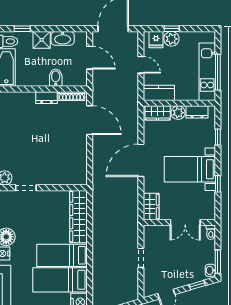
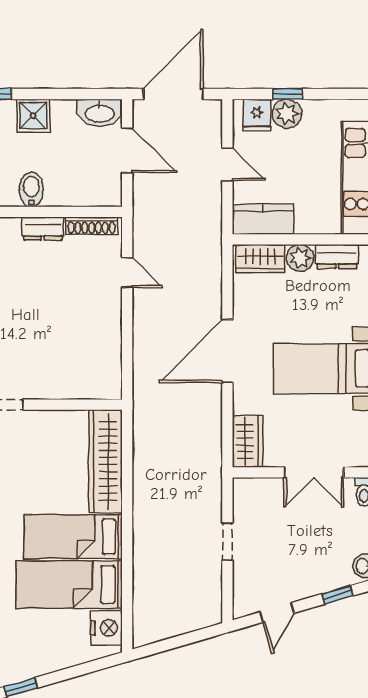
washbasin: (63, 38) -> (100, 113), moved
bidet: (56, 78) -> (31, 189), moved
door: (90, 120) -> (127, 272), width x0.53

